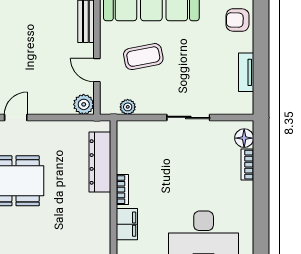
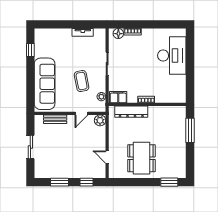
armchair: (237, 20) -> (54, 37), removed
coffee table: (143, 57) -> (82, 81), moved
filing cabinet: (127, 224) -> (118, 97), moved

